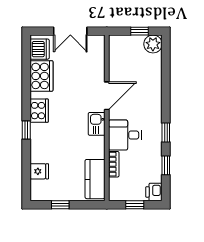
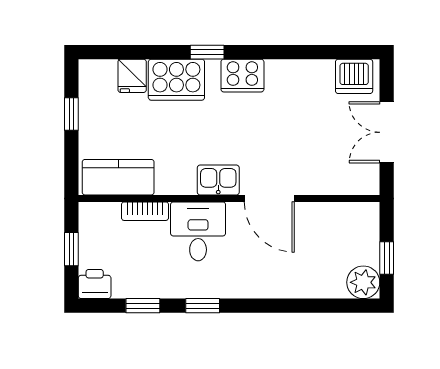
cooker: (41, 76) -> (176, 80), moved

